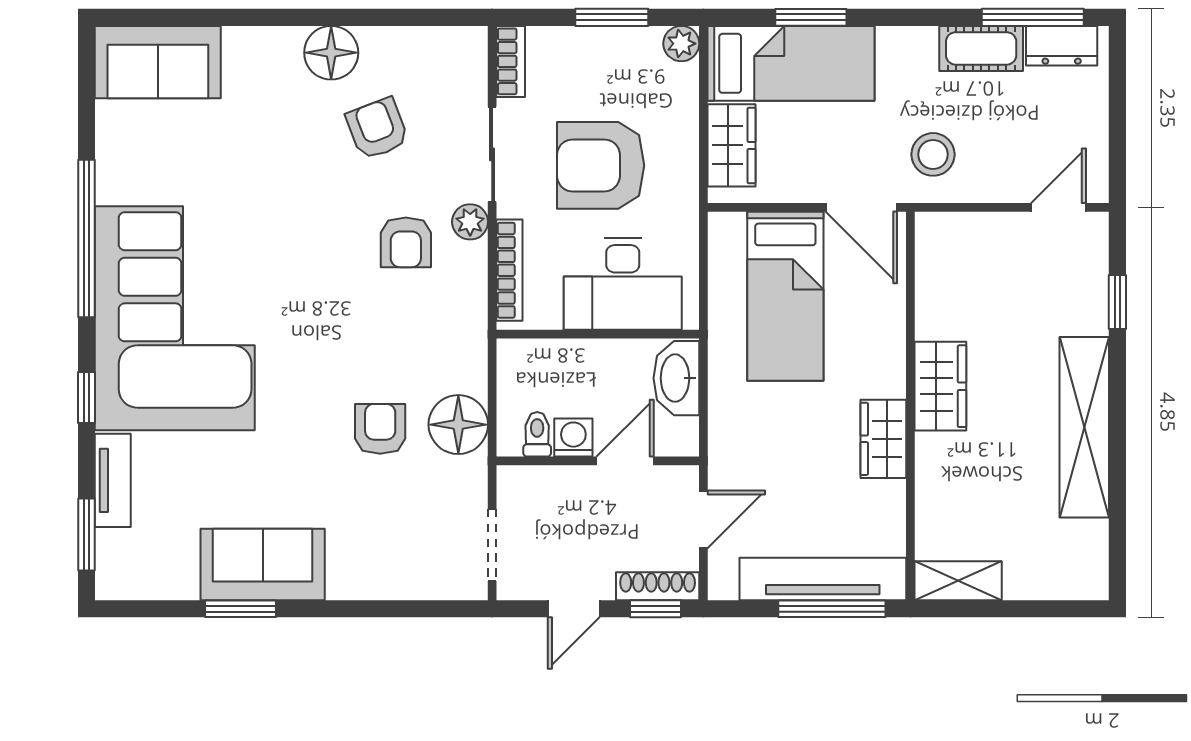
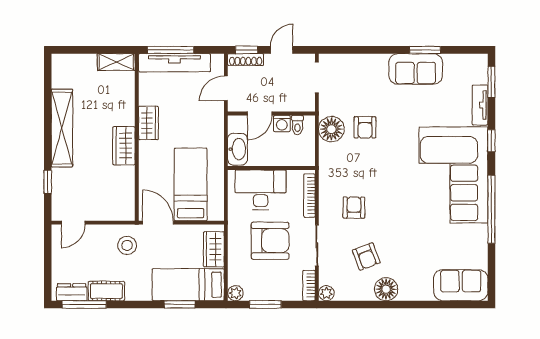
plant: (470, 222) -> (326, 293), moved

